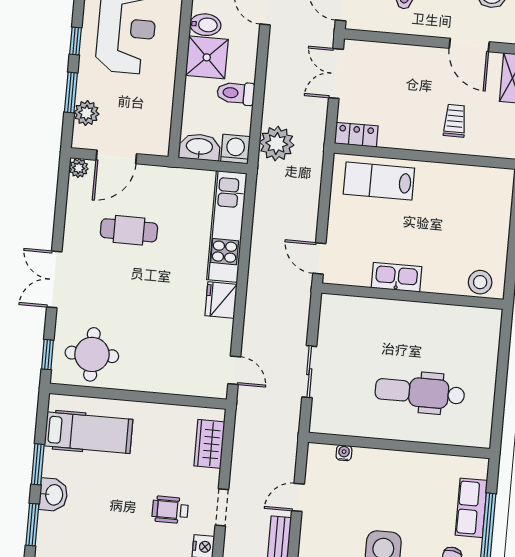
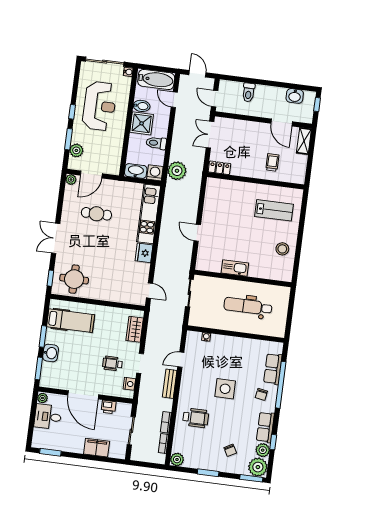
lab bench: (379, 181) -> (274, 210), moved, turned 180
kitchen sink: (397, 277) -> (235, 268), moved
wall: (412, 296) -> (243, 278), moved

